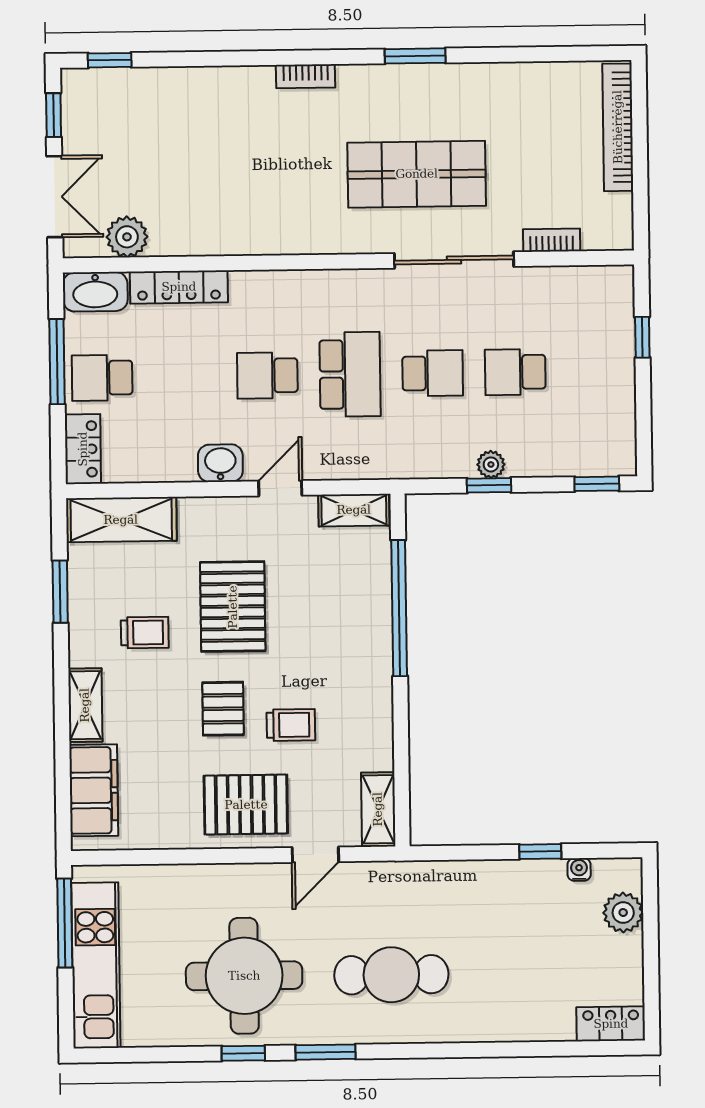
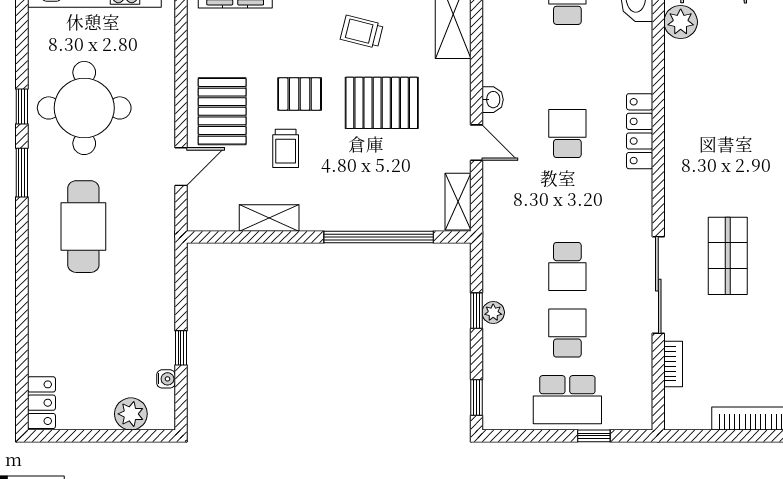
shop shelf: (417, 174) -> (728, 256), width x0.70, depth x0.74
locker: (179, 287) -> (640, 131), moved
school desk: (350, 374) -> (567, 400), moved
washbasin: (220, 463) -> (493, 100), width x0.72, depth x0.69
trolley: (145, 633) -> (362, 32), turned 104
shelving: (378, 809) -> (269, 218), moved
door: (315, 855) -> (181, 167), swing flipped

